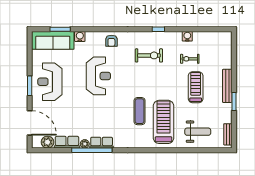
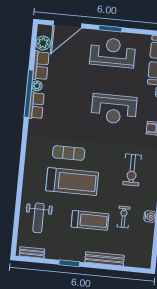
bench: (227, 86) -> (104, 259), moved
treadmill: (164, 122) -> (72, 182), moved

